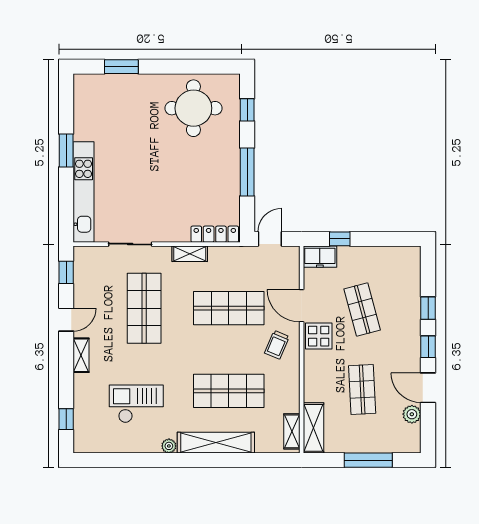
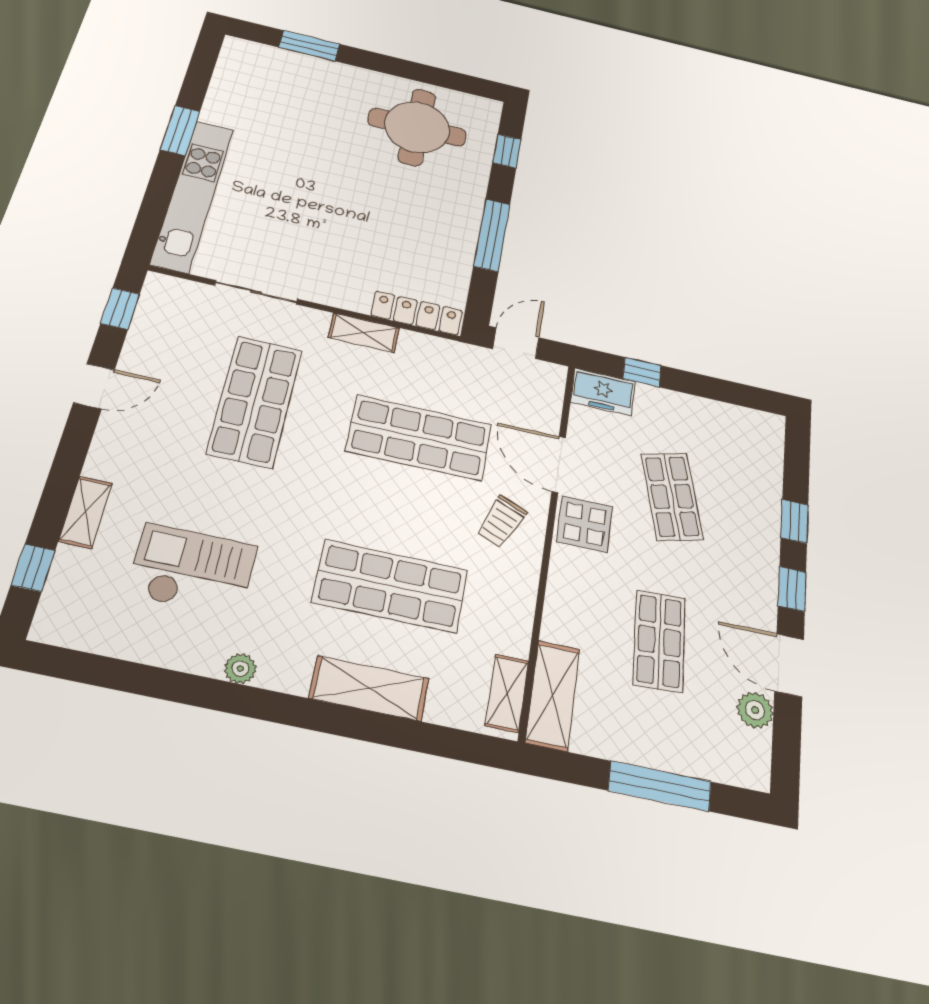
shelving: (81, 355) -> (86, 512), moved
shelving: (216, 443) -> (369, 688), width x0.68

